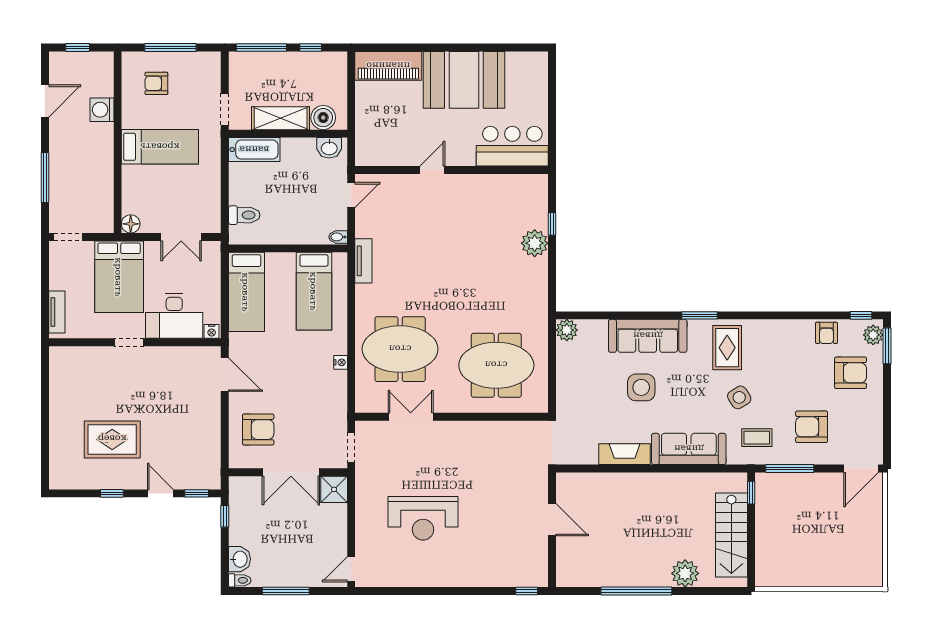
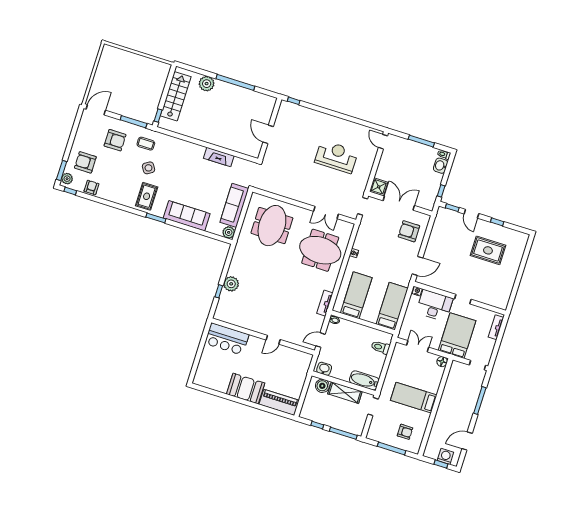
booth: (464, 80) -> (246, 389), width x0.73, depth x0.70
washing machine: (102, 110) -> (445, 456), moved, turned -90
meeting table: (496, 365) -> (272, 226), turned 90
door: (225, 375) -> (417, 266), swing flipped
side table: (641, 387) -> (199, 190), removed
sofa: (689, 449) -> (234, 205), moved, turned 90
door: (351, 569) -> (383, 142), swing flipped

